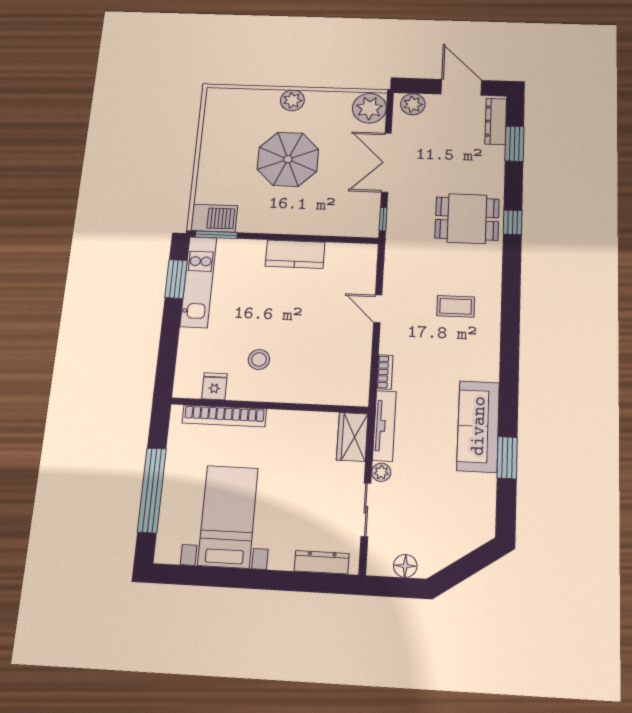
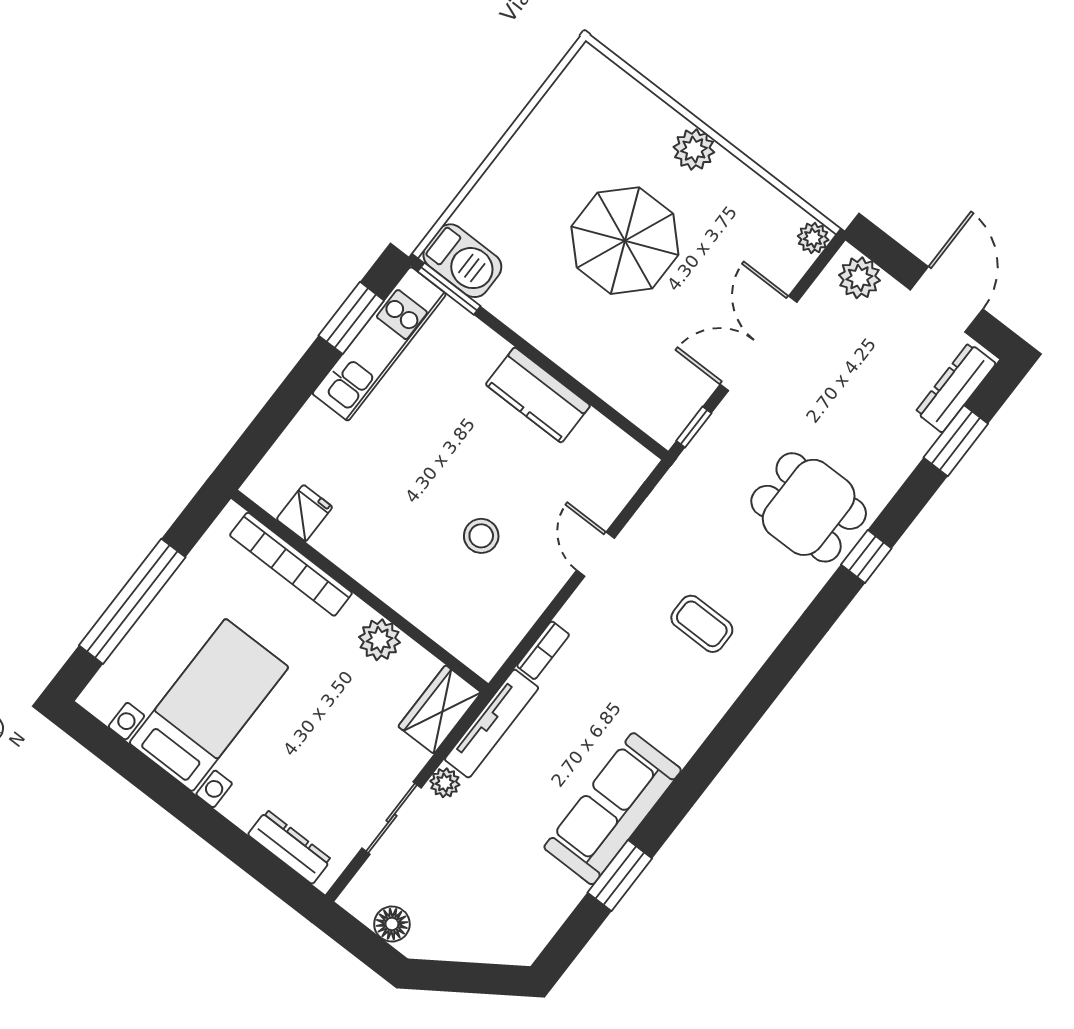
plant: (369, 108) -> (813, 238), width x0.53, depth x0.53
stool: (259, 359) -> (481, 536), moved
plant: (296, 423) -> (379, 640), added

